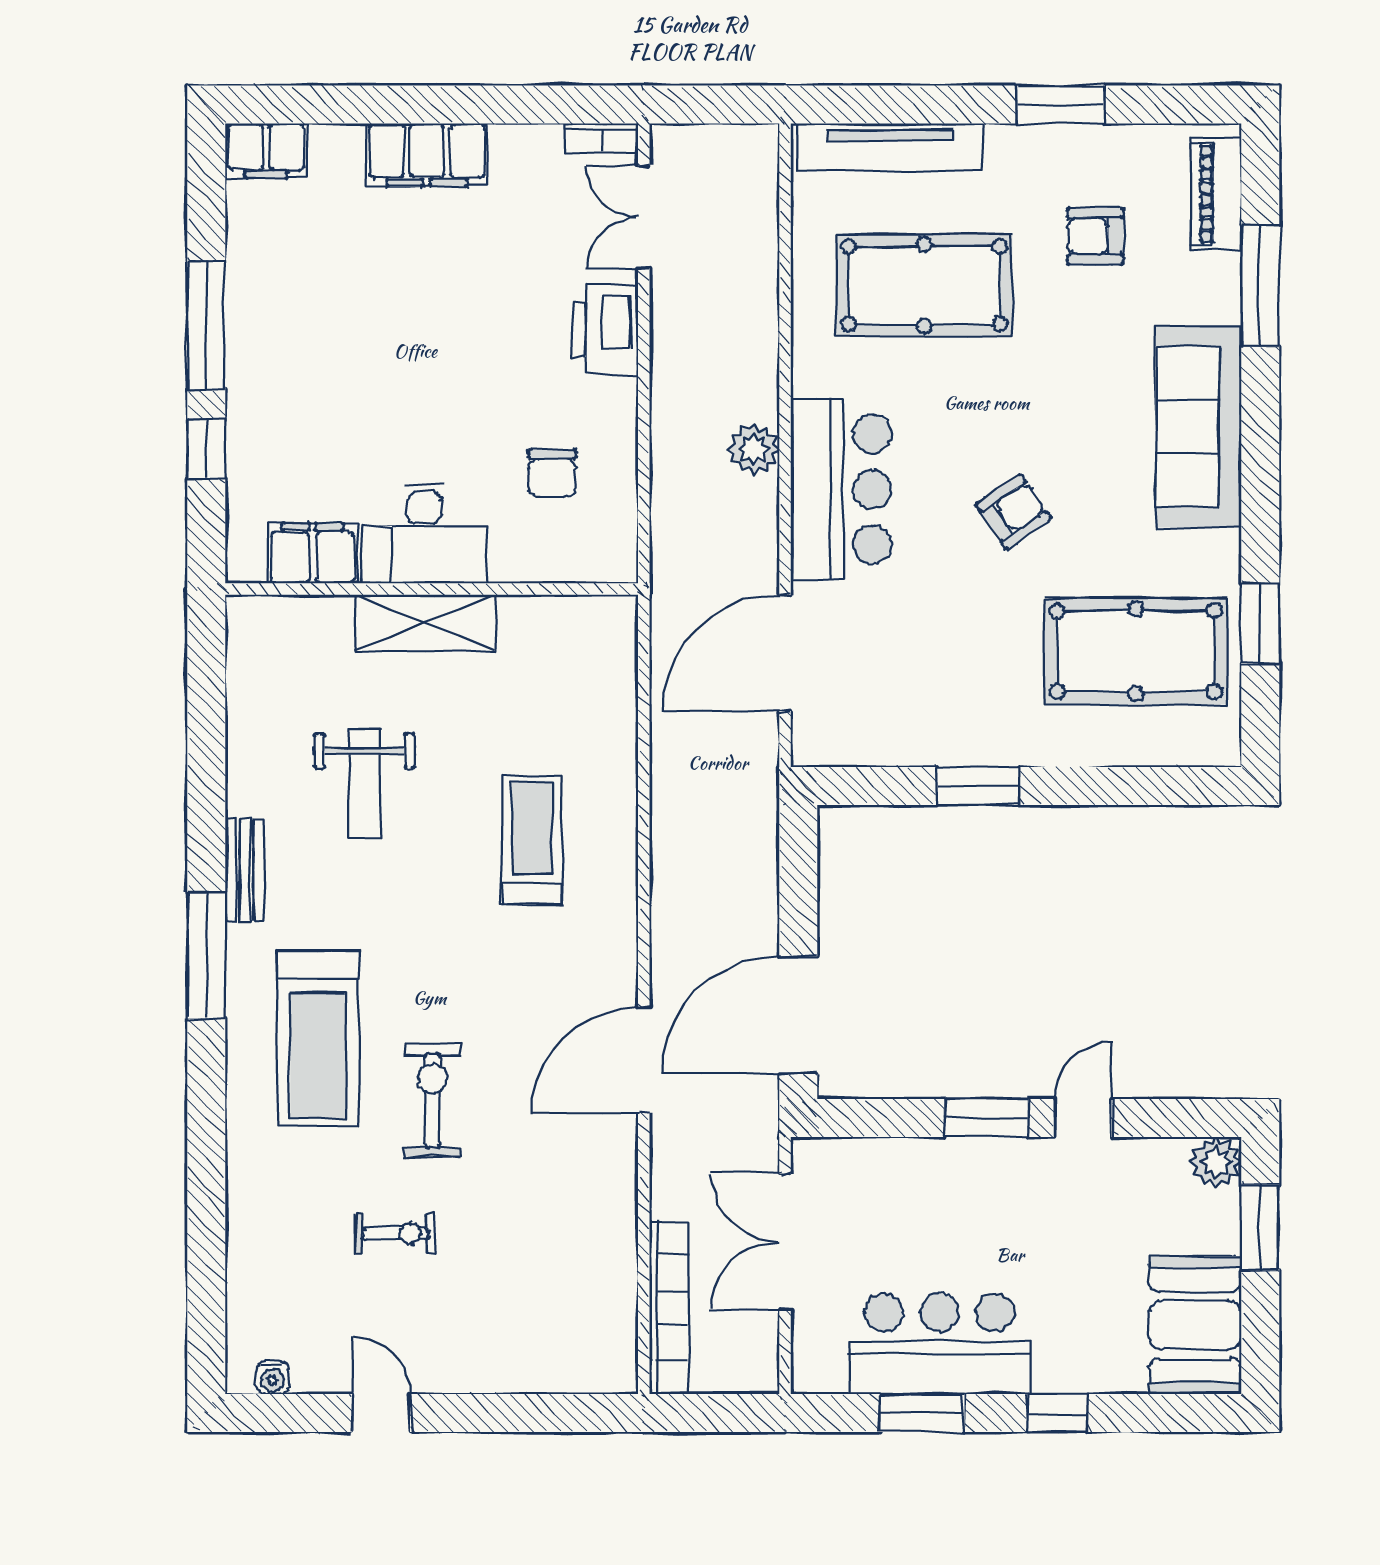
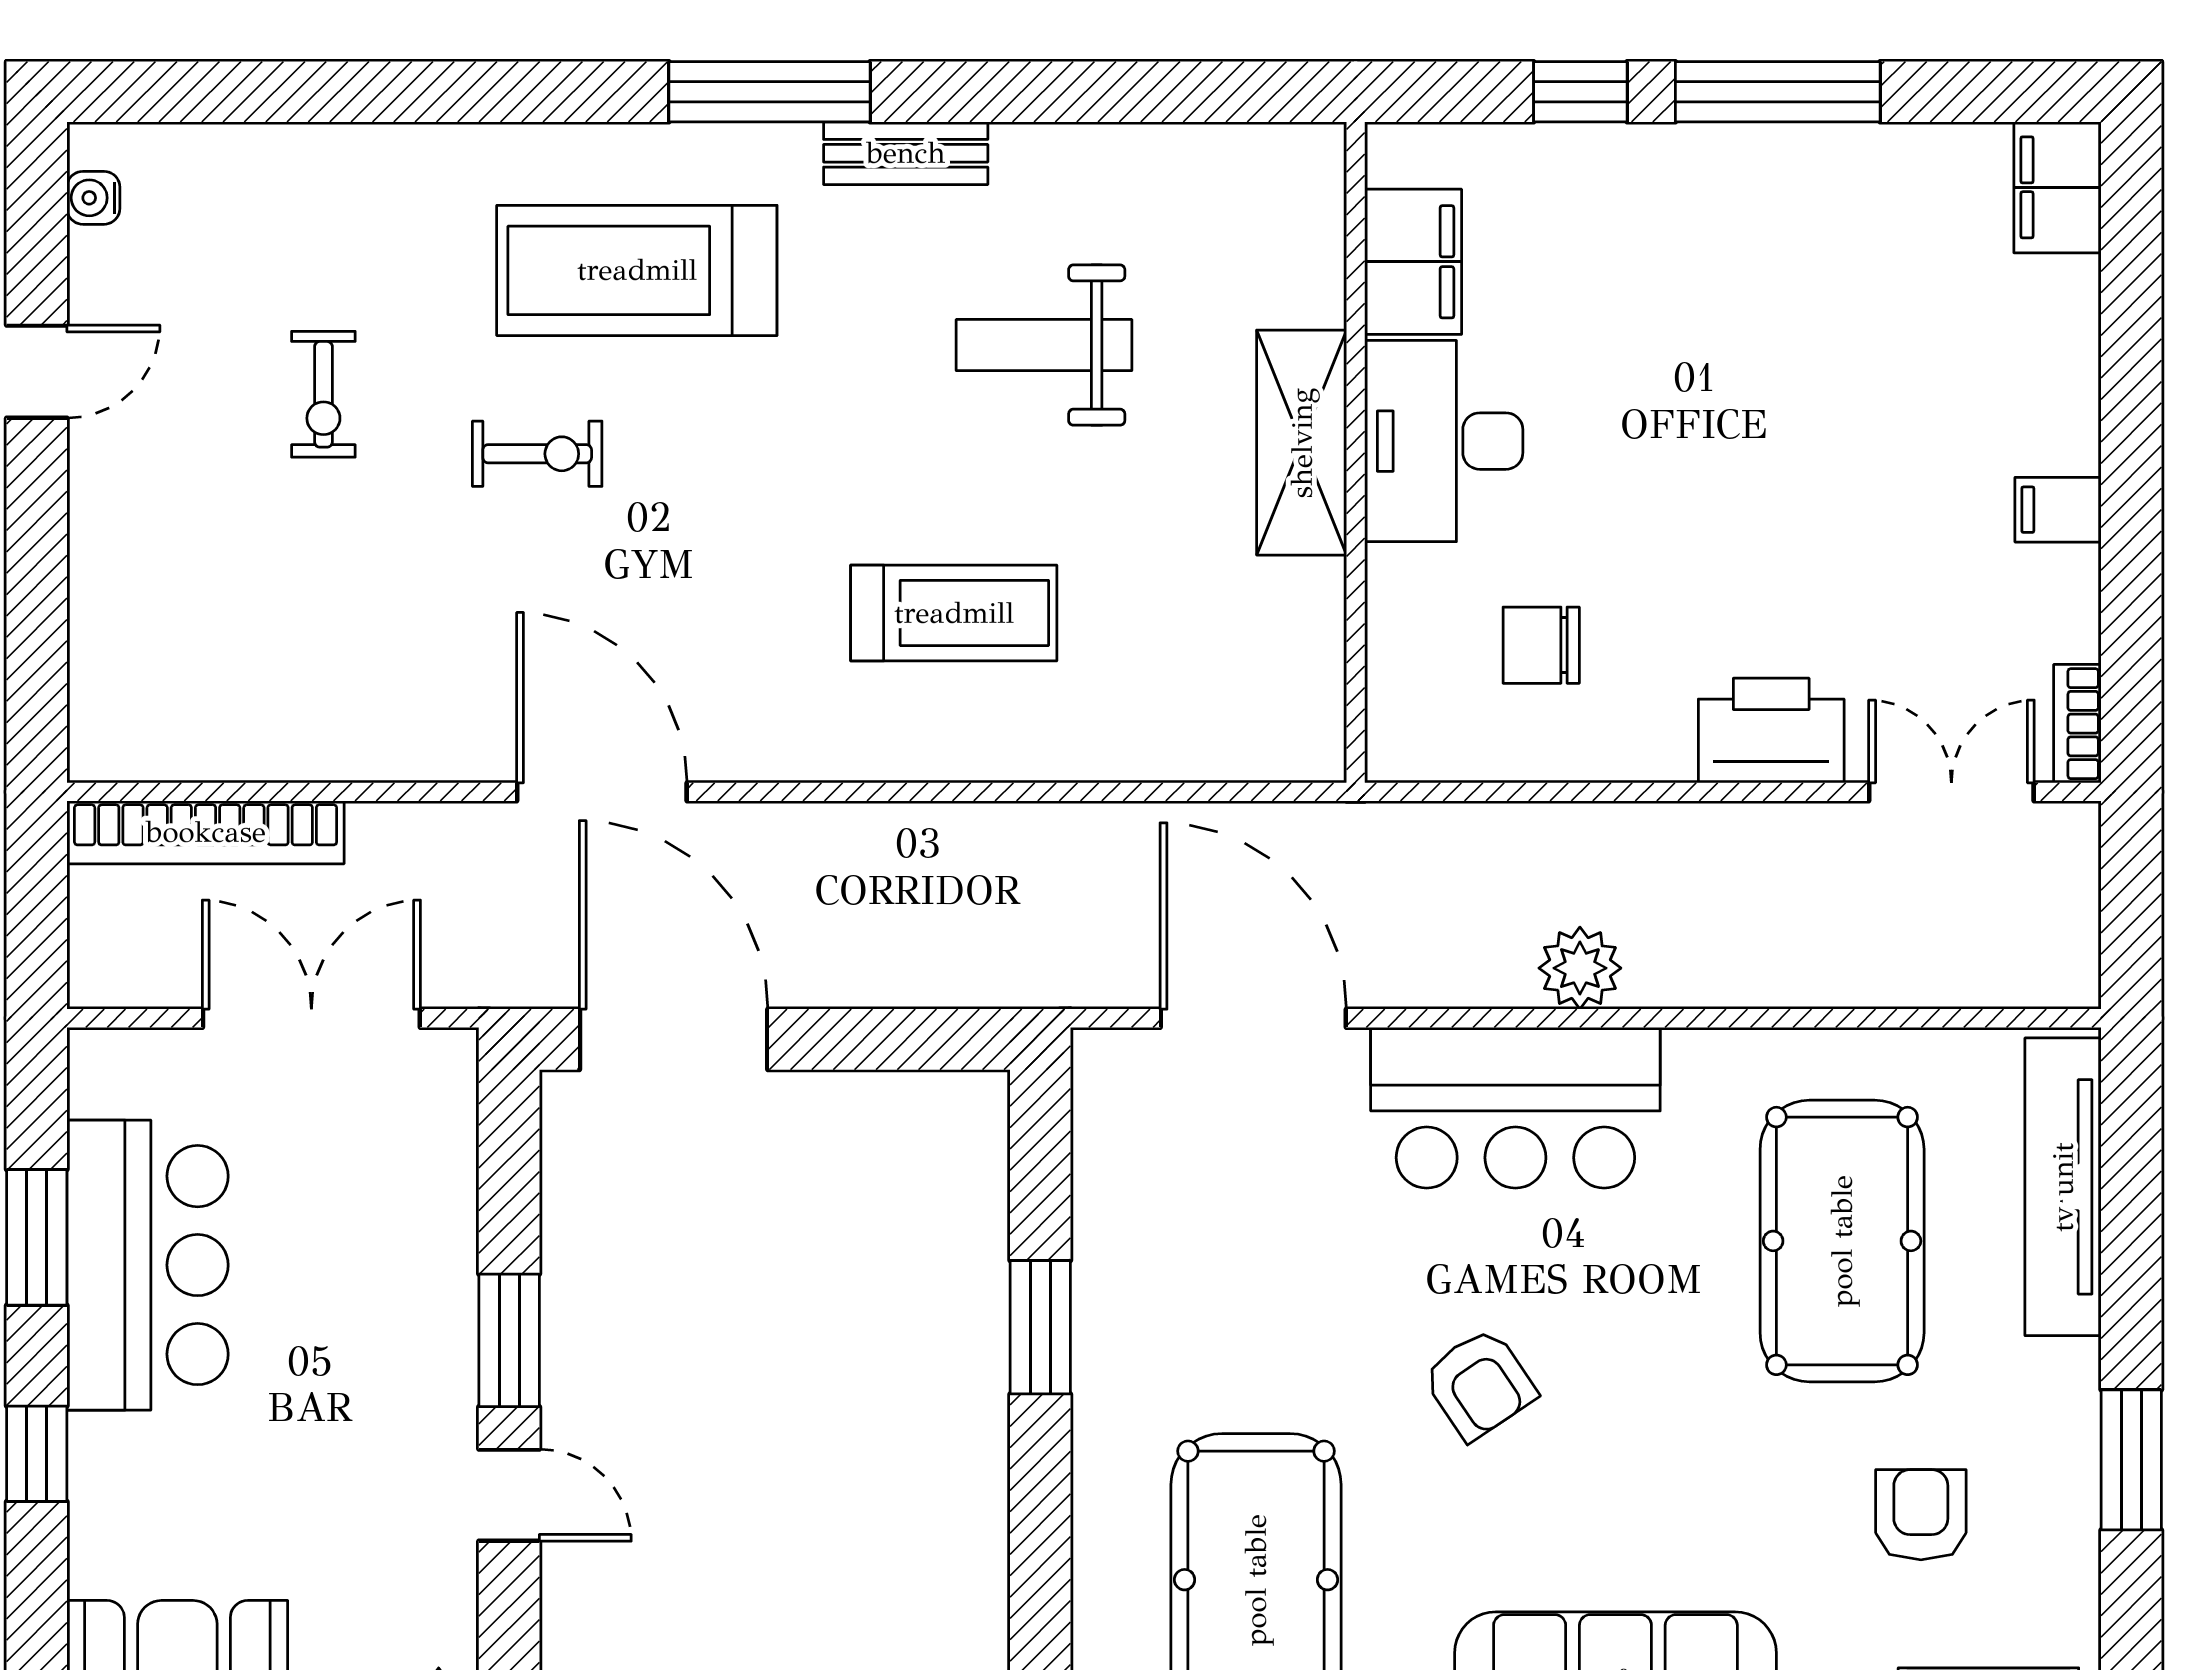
filing cabinet: (427, 155) -> (2058, 510), width x0.33, depth x0.86
exercise bike: (432, 1100) -> (537, 454), width x0.73, depth x0.72

